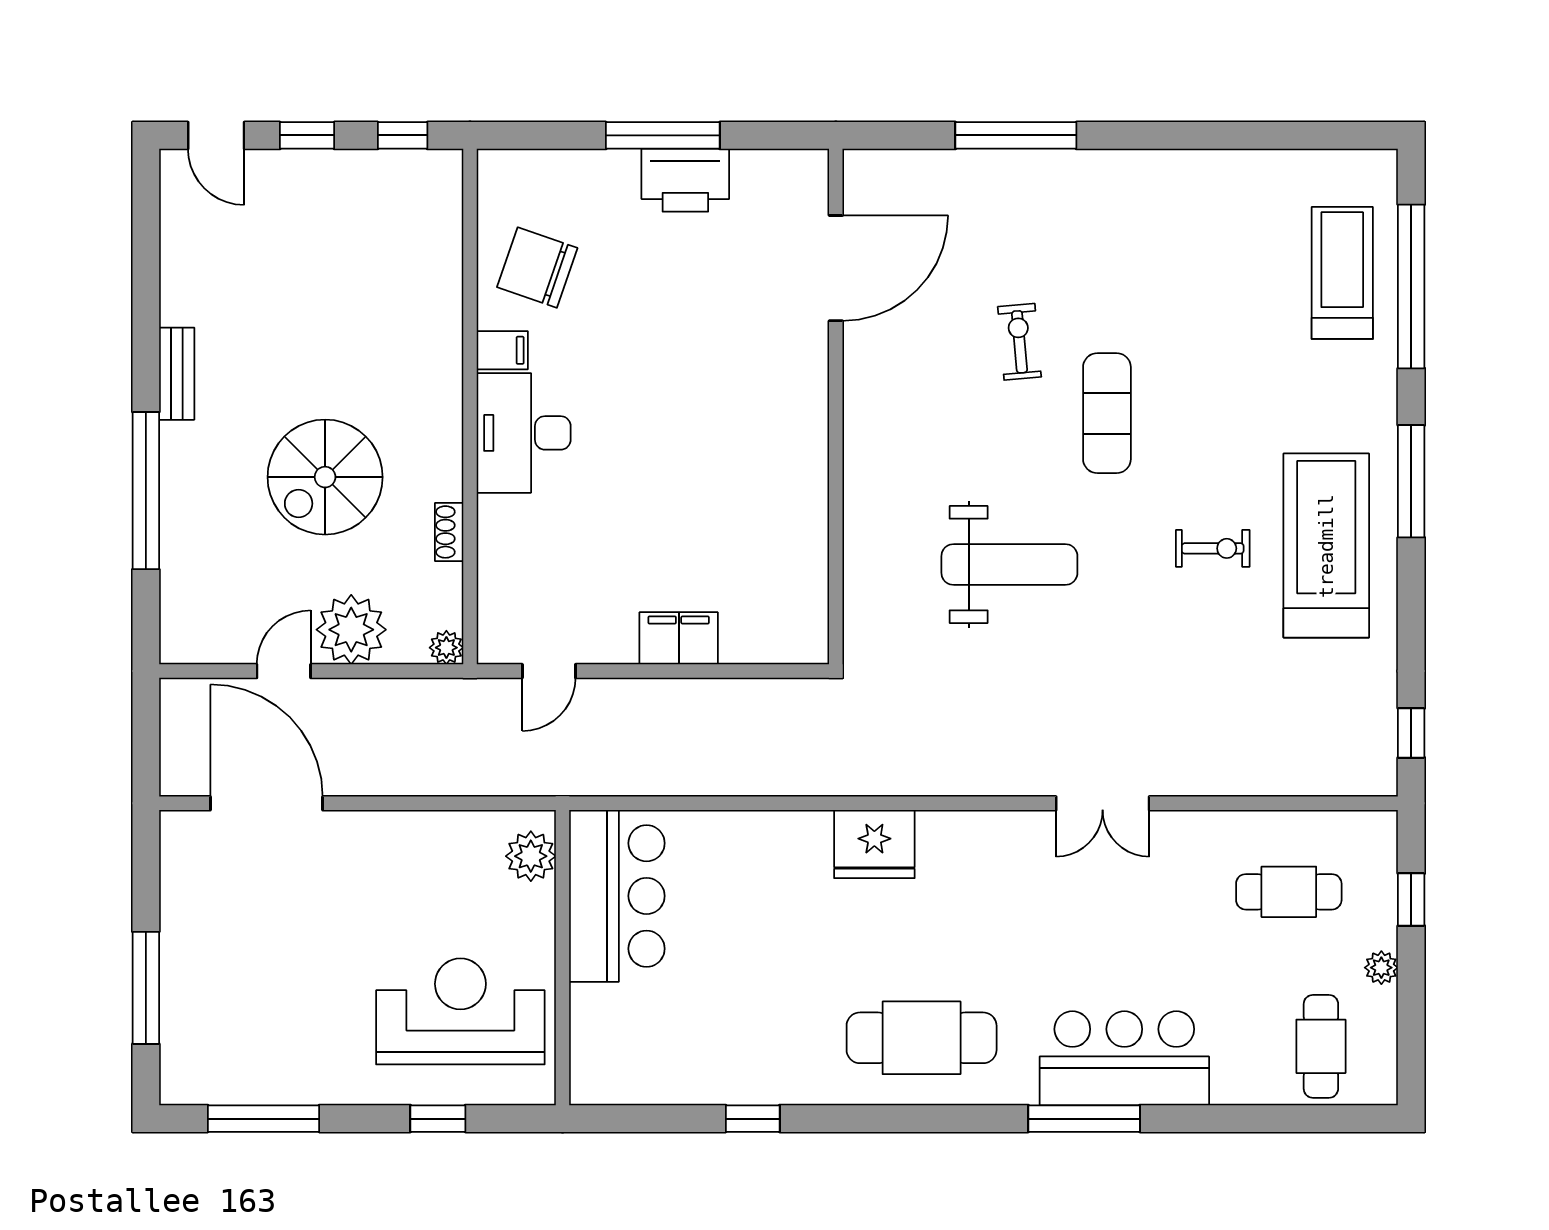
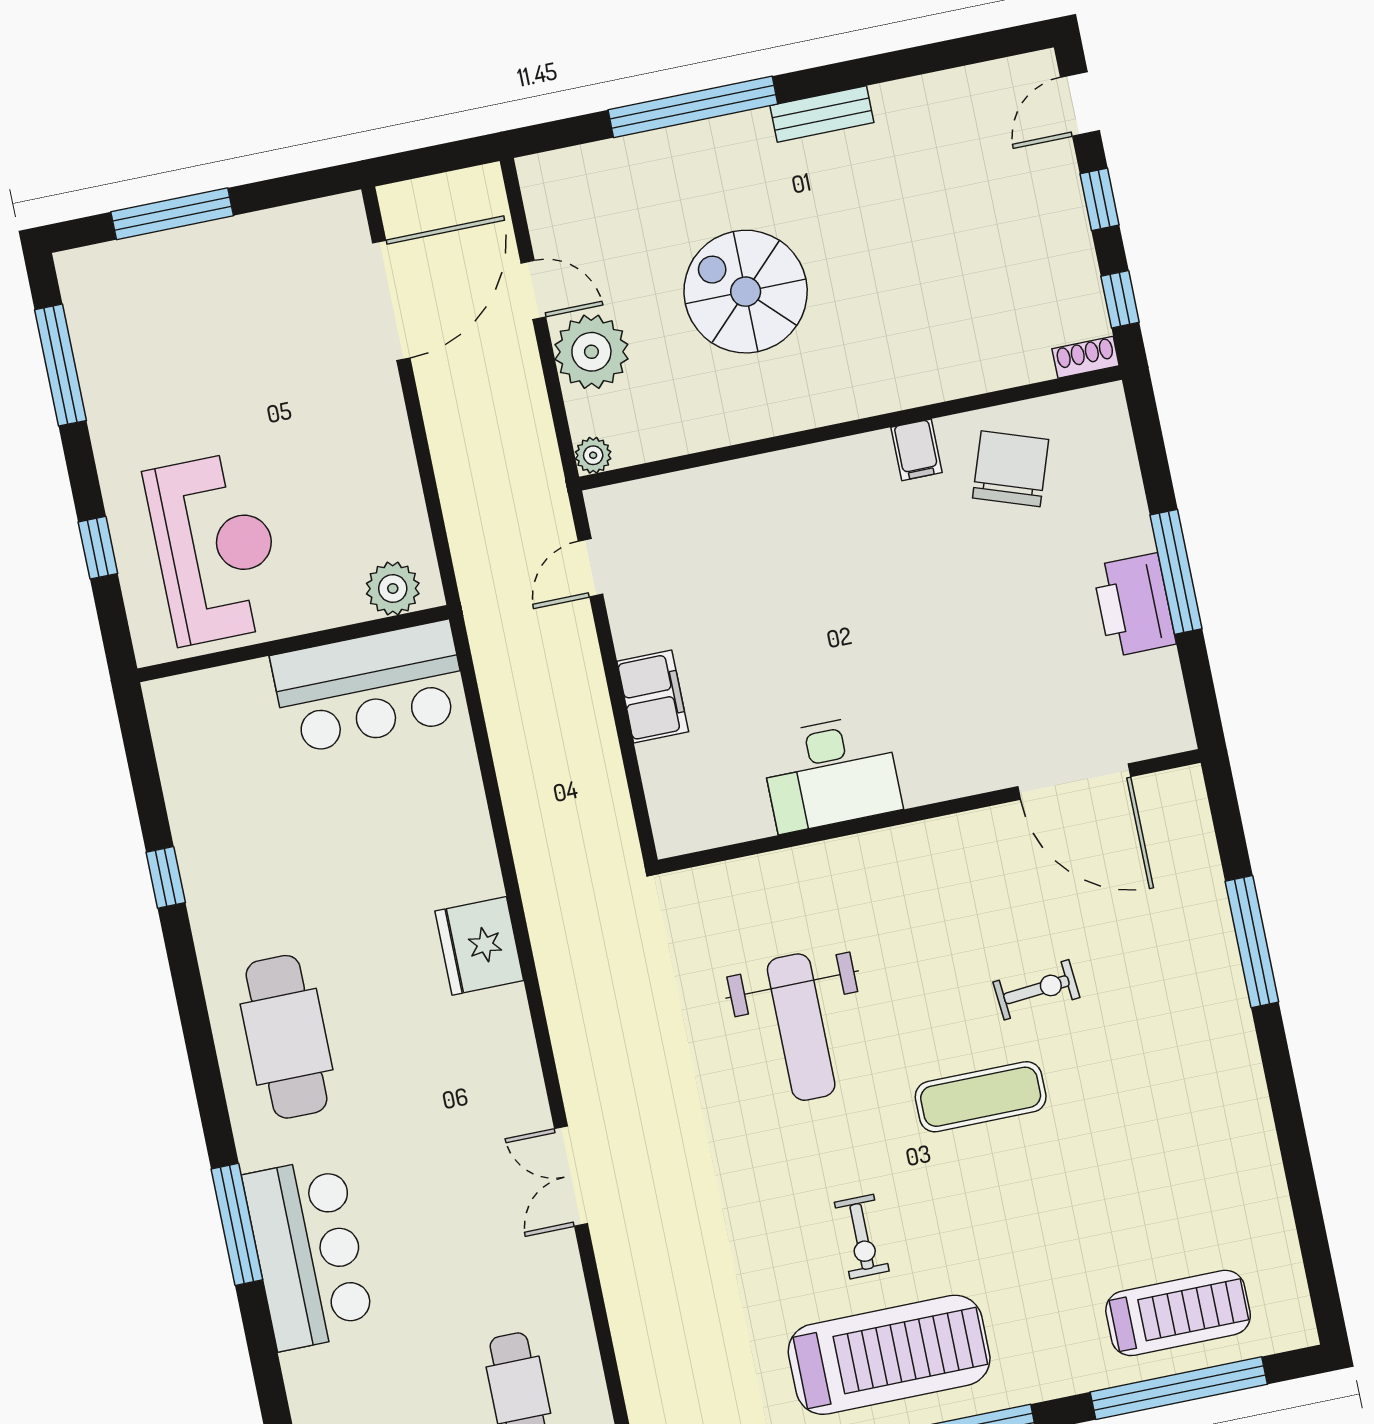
desk: (524, 433) -> (831, 773), moved, turned 180
shoe rack: (449, 532) -> (1086, 357), moved
door: (549, 671) -> (591, 568), hinge flipped

